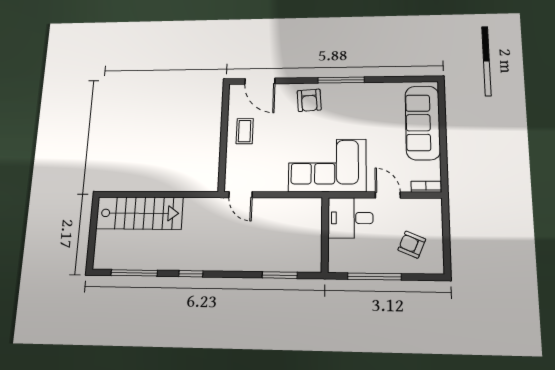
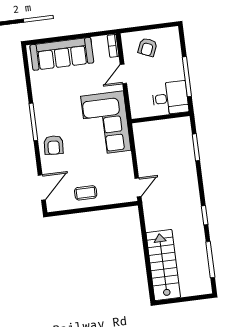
armchair: (309, 100) -> (54, 145), turned 98
desk: (350, 218) -> (170, 98), moved, turned -90
armchair: (412, 245) -> (148, 47), moved

